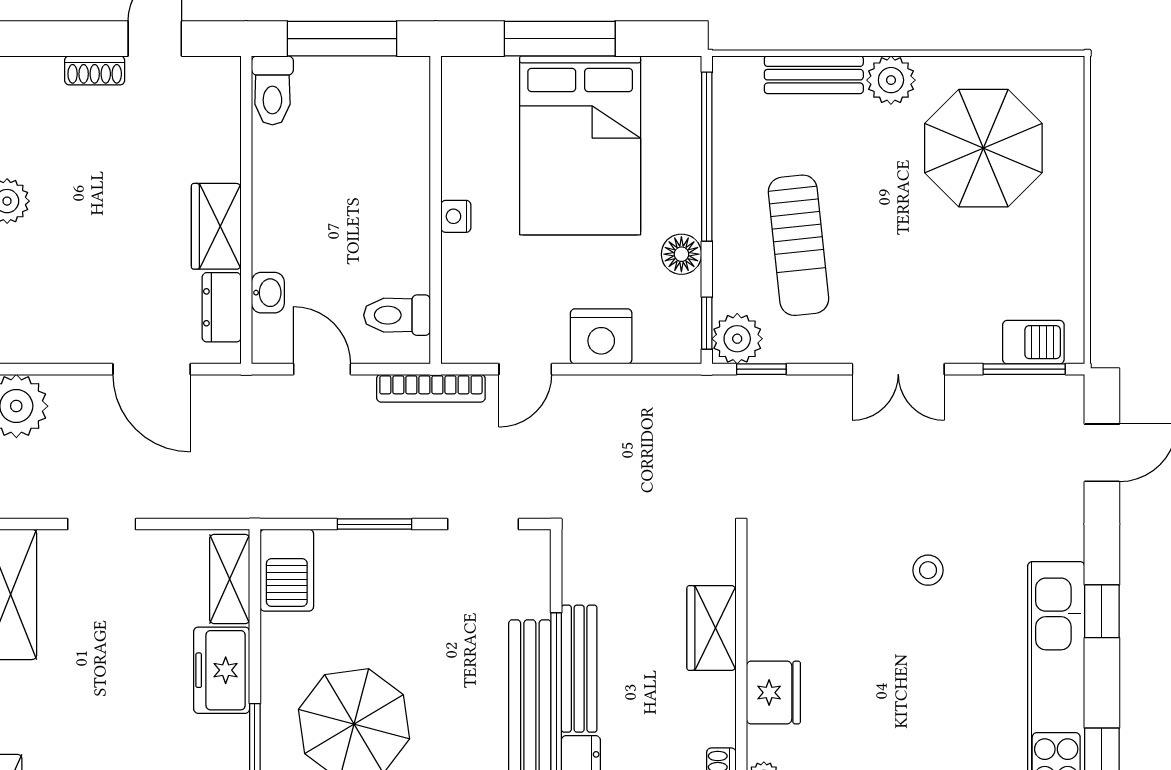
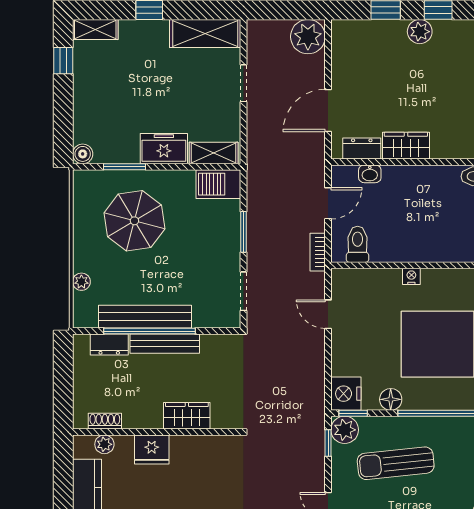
nightstand: (601, 336) -> (346, 394), moved
bookcase: (431, 388) -> (318, 252), width x0.64

